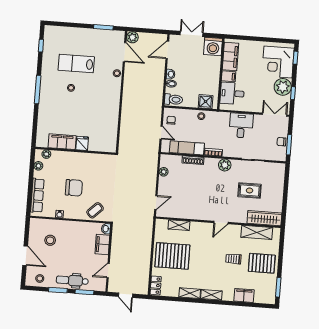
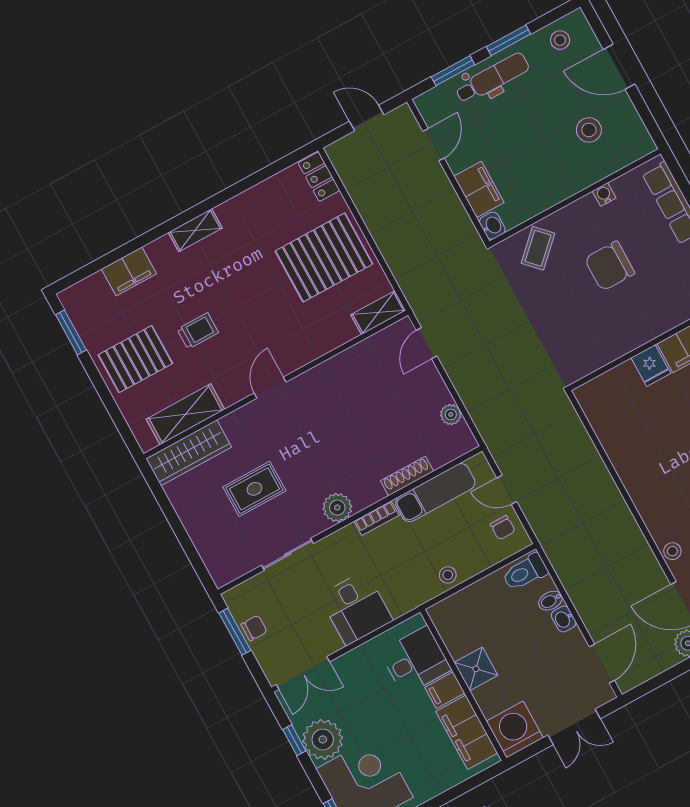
shower: (206, 102) -> (476, 669), moved
shelving: (179, 225) -> (378, 313), moved
shelving: (190, 293) -> (241, 206), removed

